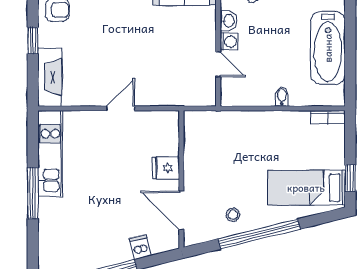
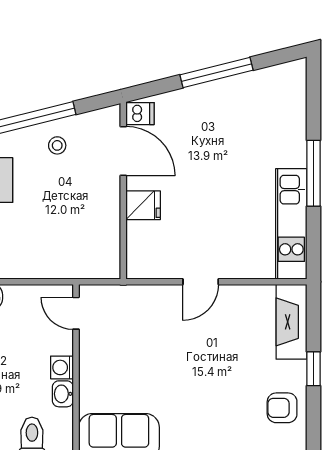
door: (218, 64) -> (76, 313), moved
dishwasher: (140, 247) -> (140, 114), moved, turned -76

